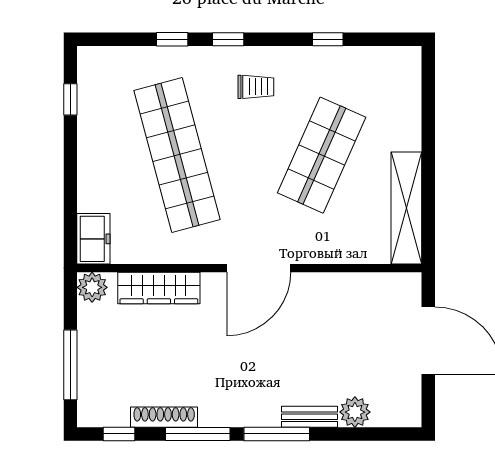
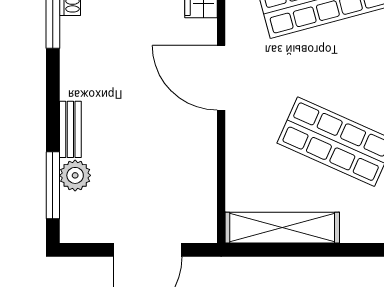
window: (277, 434) -> (53, 185), moved

